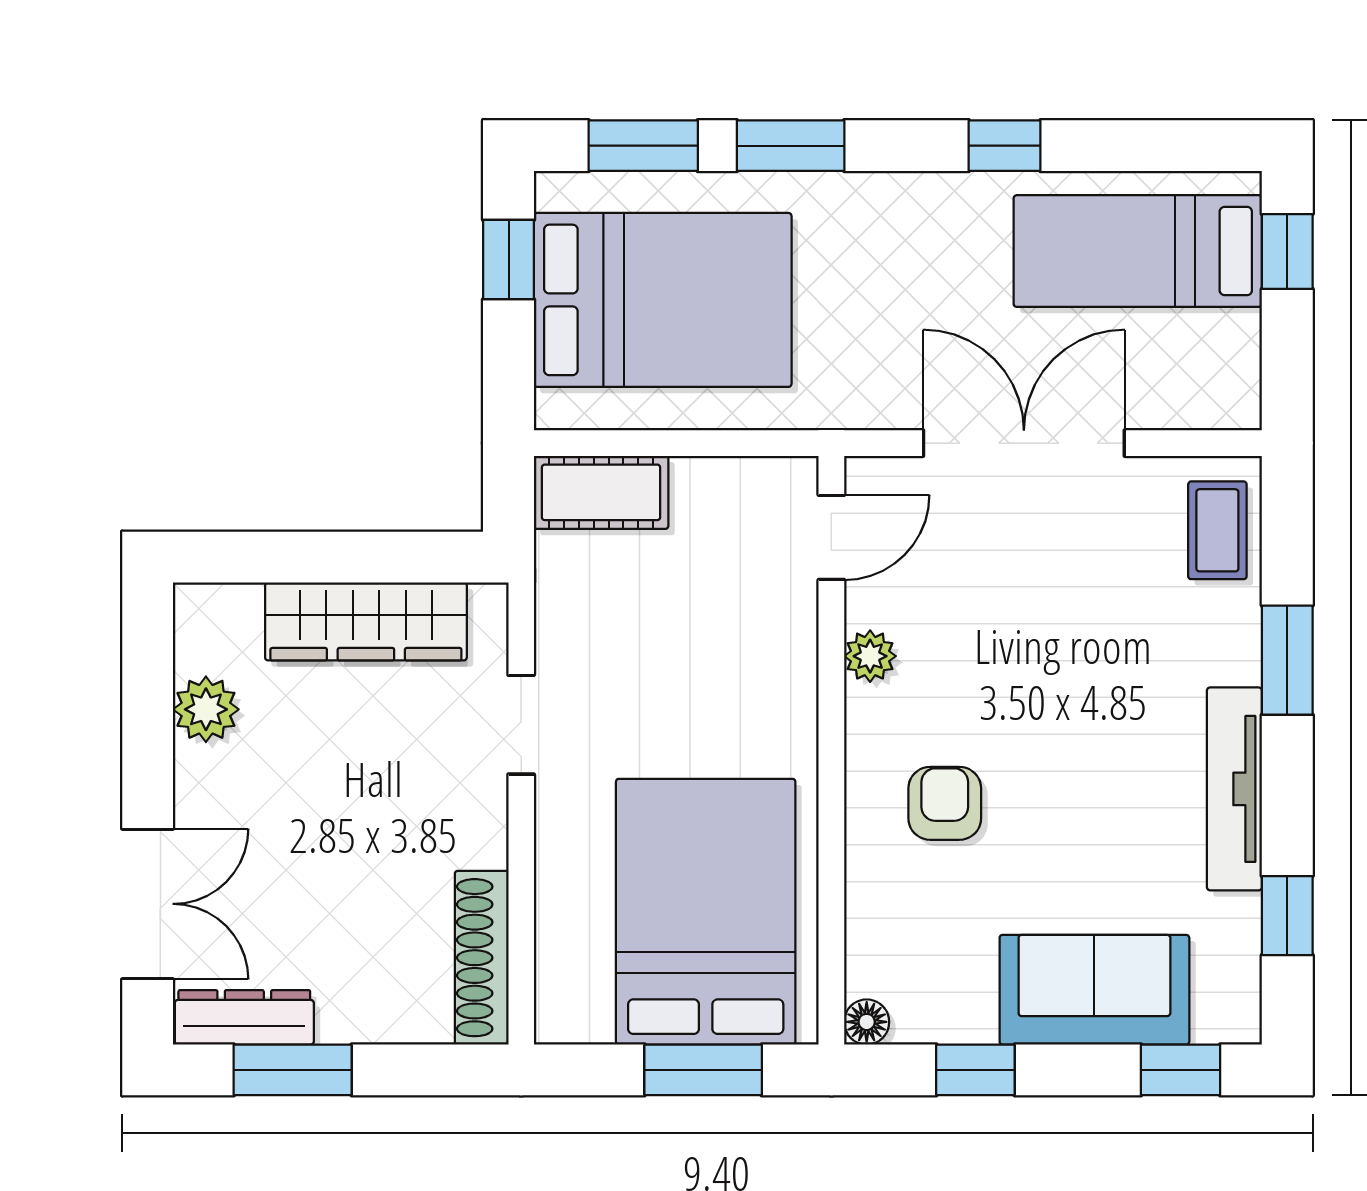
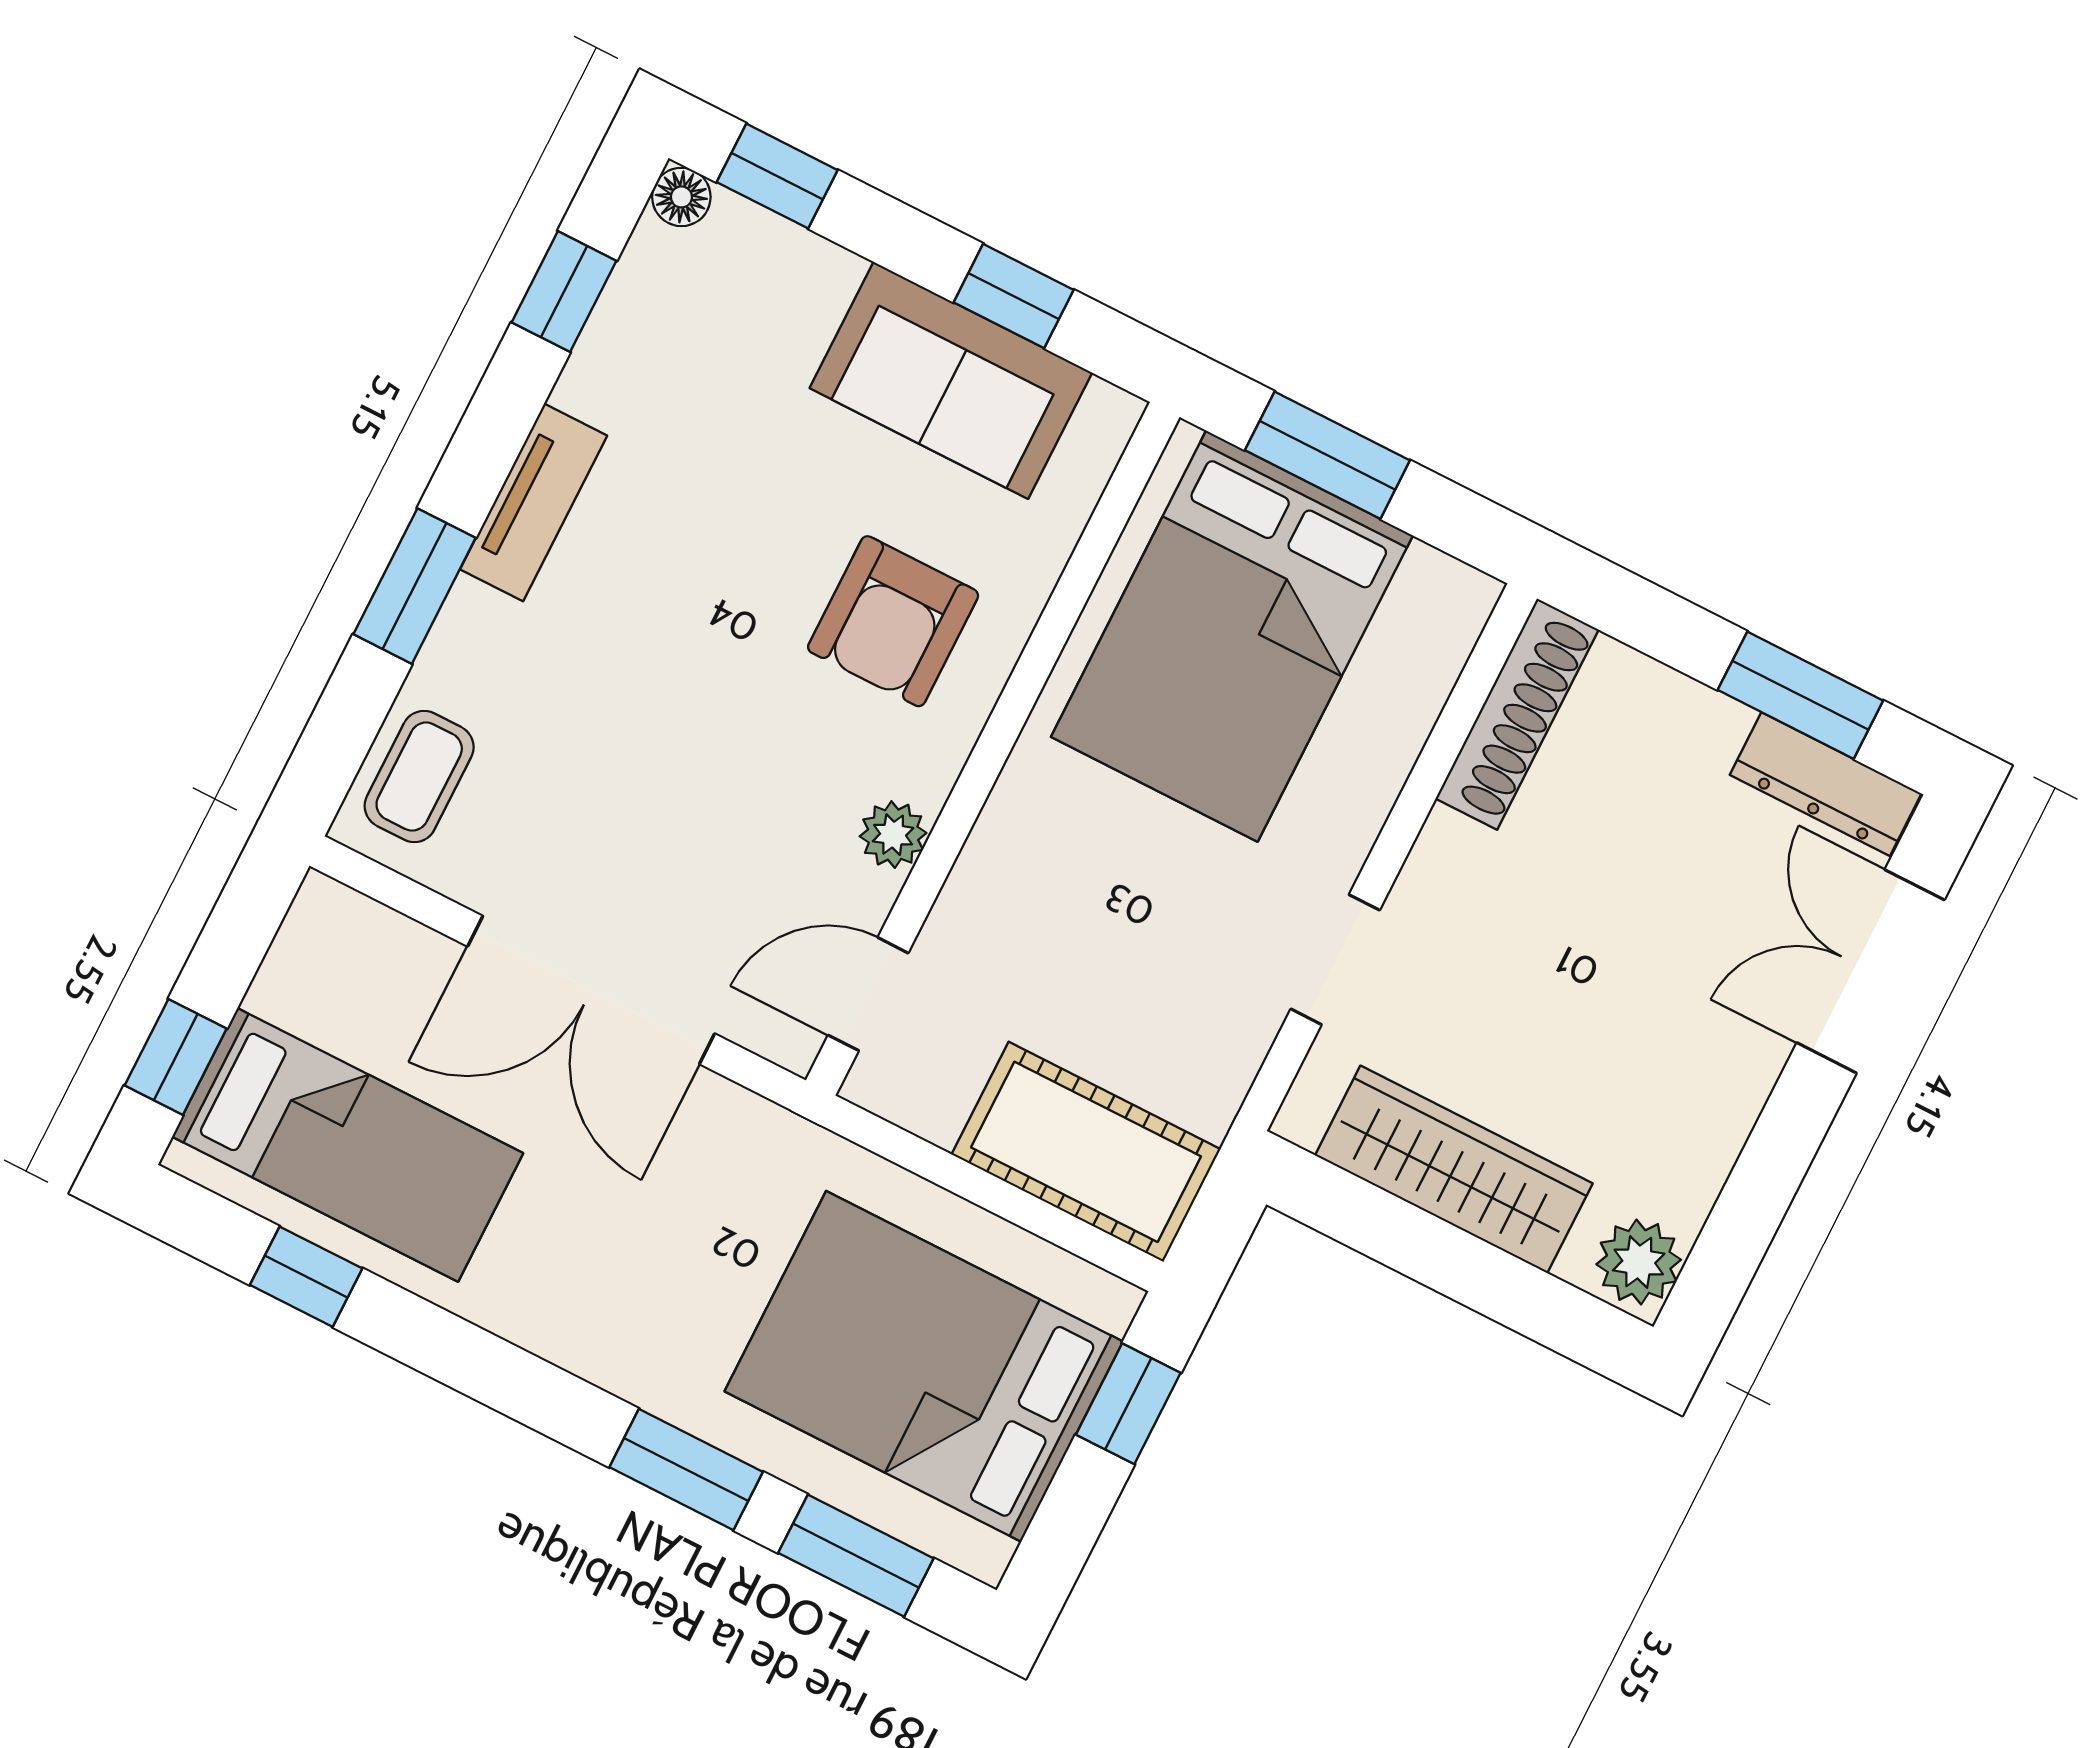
window: (1005, 146) -> (306, 1277), moved
window: (509, 260) -> (1128, 1404), moved
cot: (601, 492) -> (1086, 1152), width x1.37, depth x1.34
plant: (206, 709) -> (1639, 1262), moved
tv unit: (1234, 789) -> (534, 502), width x0.71
armchair: (945, 803) -> (893, 621), width x1.38, depth x1.38
sofa: (1094, 990) -> (951, 380), moved
floor lamp: (867, 1022) -> (681, 197), moved

